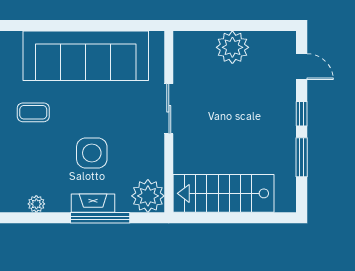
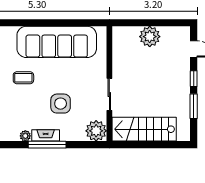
sliding door: (169, 109) -> (109, 94), moved
fireplace: (93, 203) -> (46, 135), moved
window: (100, 218) -> (47, 145), moved

